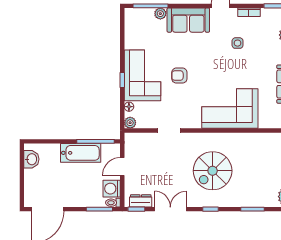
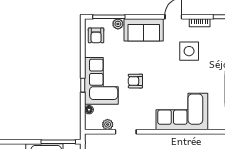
armchair: (137, 26) -> (96, 35), added
side table: (238, 43) -> (189, 51), width x1.87, depth x1.87
plant: (130, 123) -> (108, 124), moved

